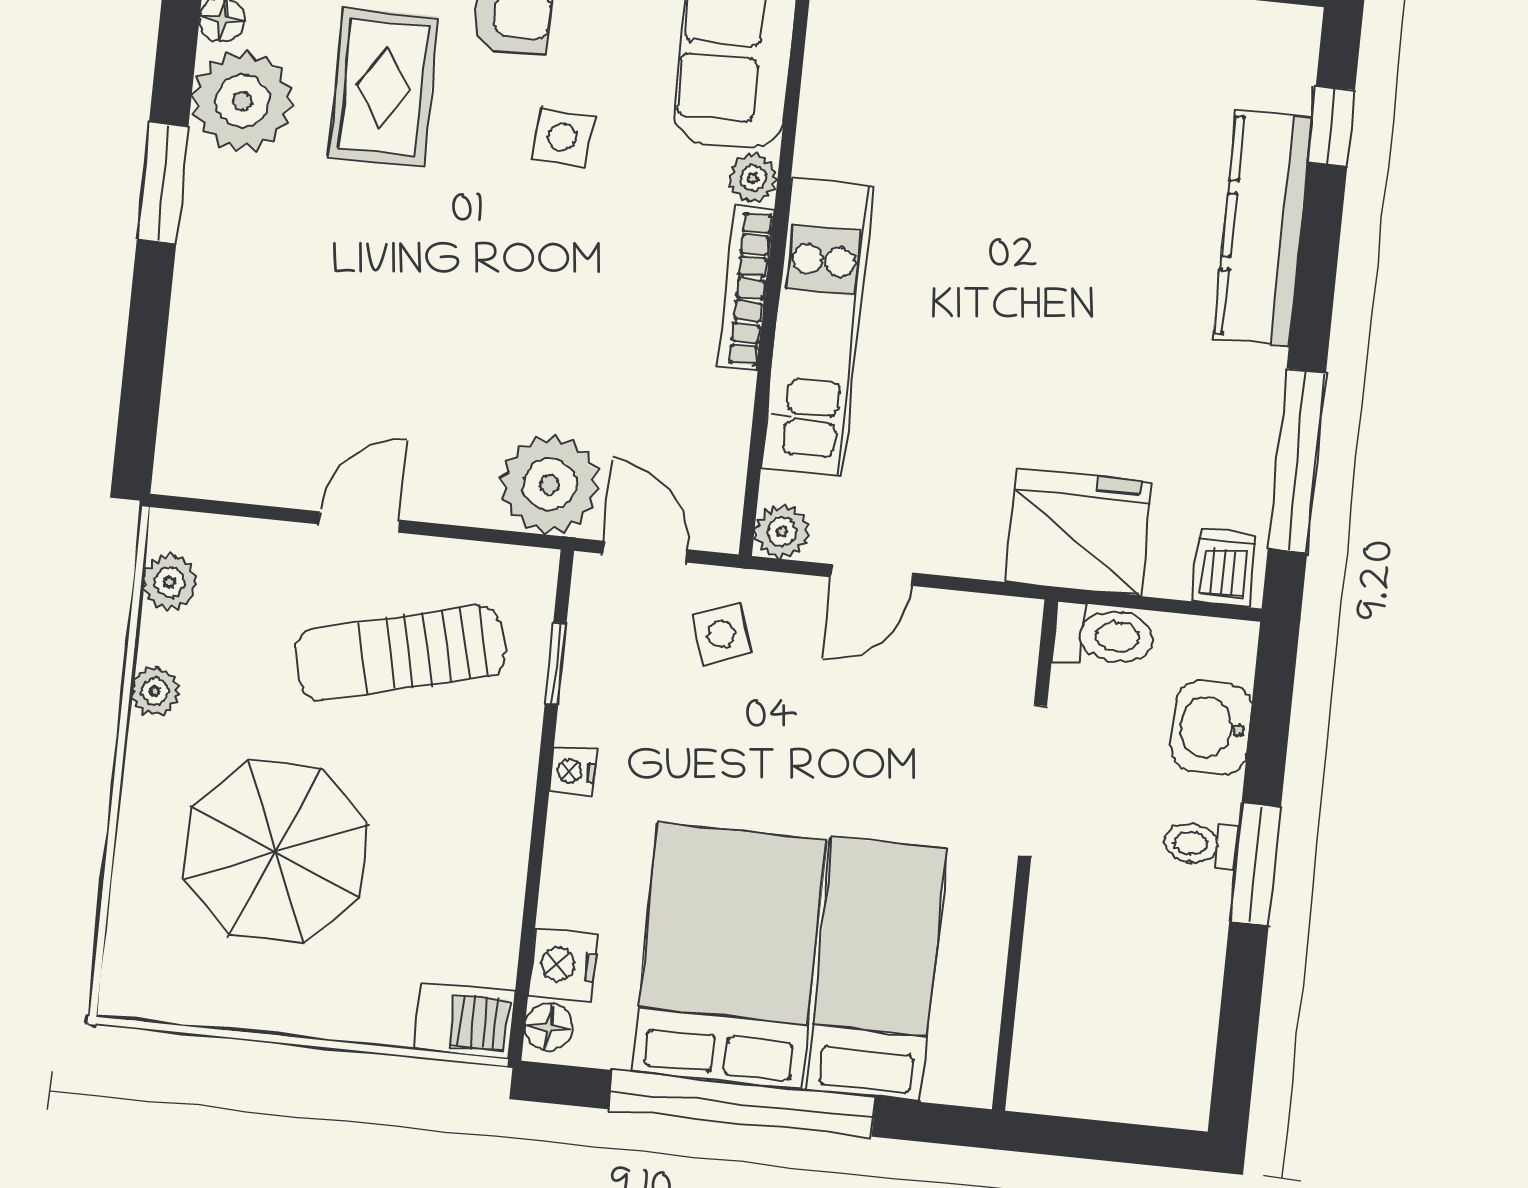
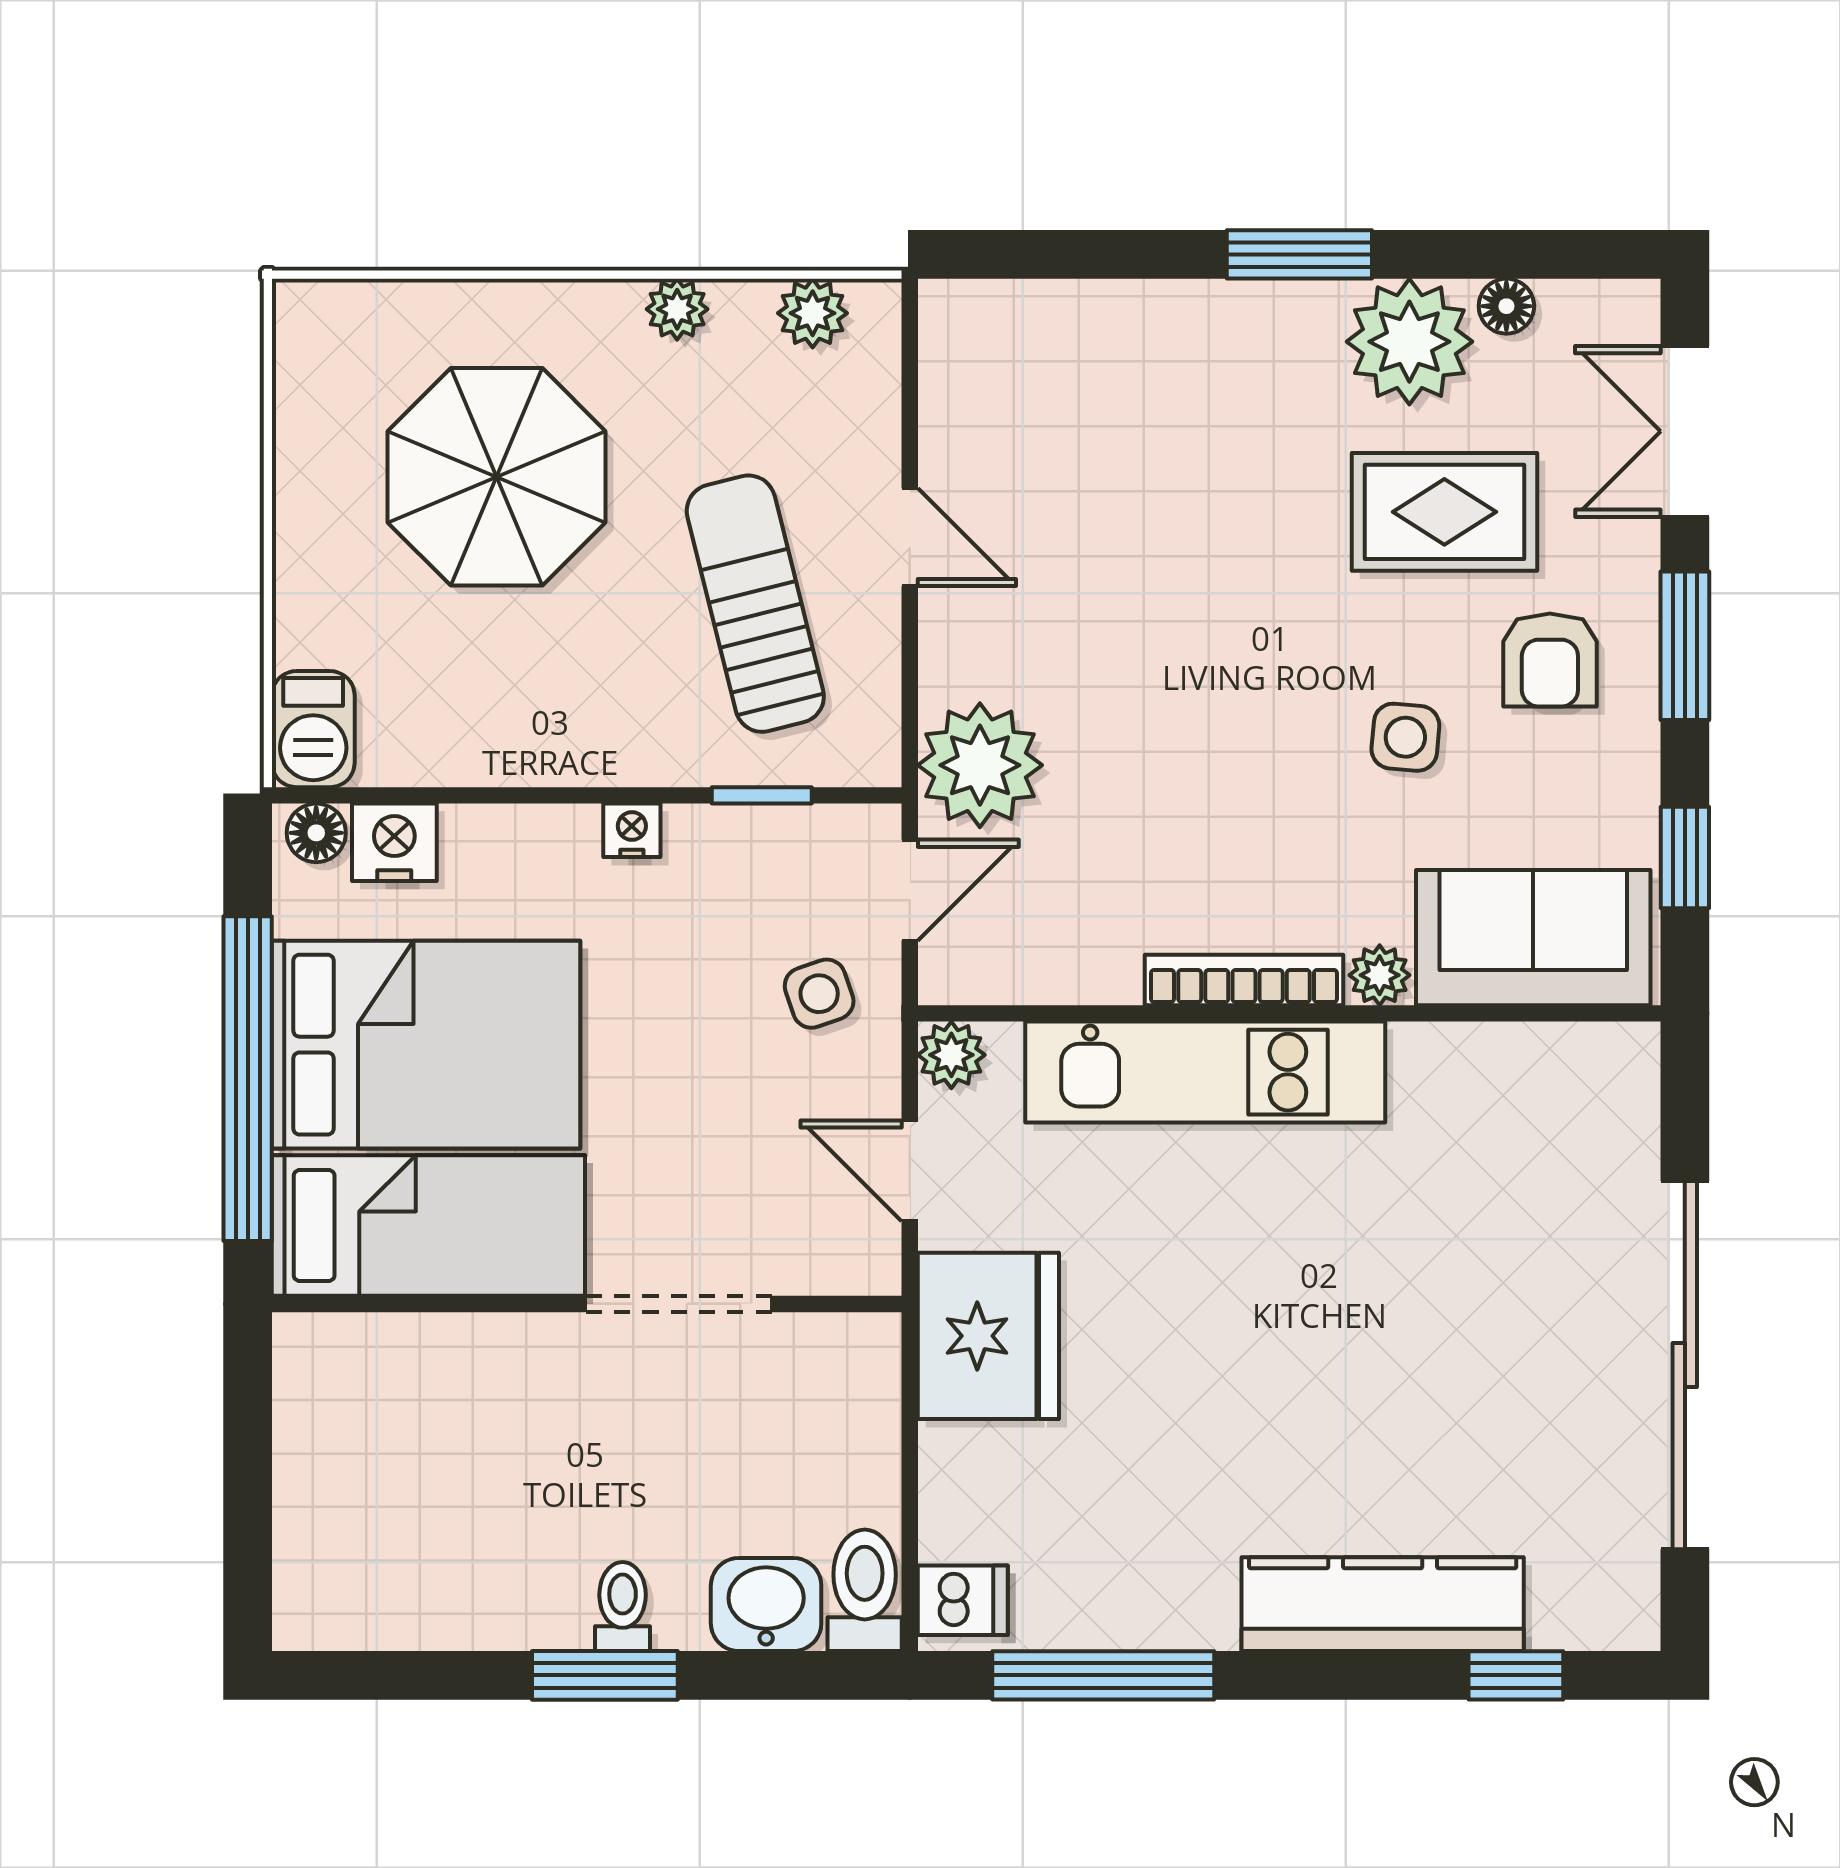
fridge: (1078, 532) -> (988, 1336), moved
toilet: (1104, 636) -> (865, 1590), moved, turned 180
doorway: (1032, 781) -> (678, 1304), moved
wall: (1025, 855) -> (587, 1304), moved

